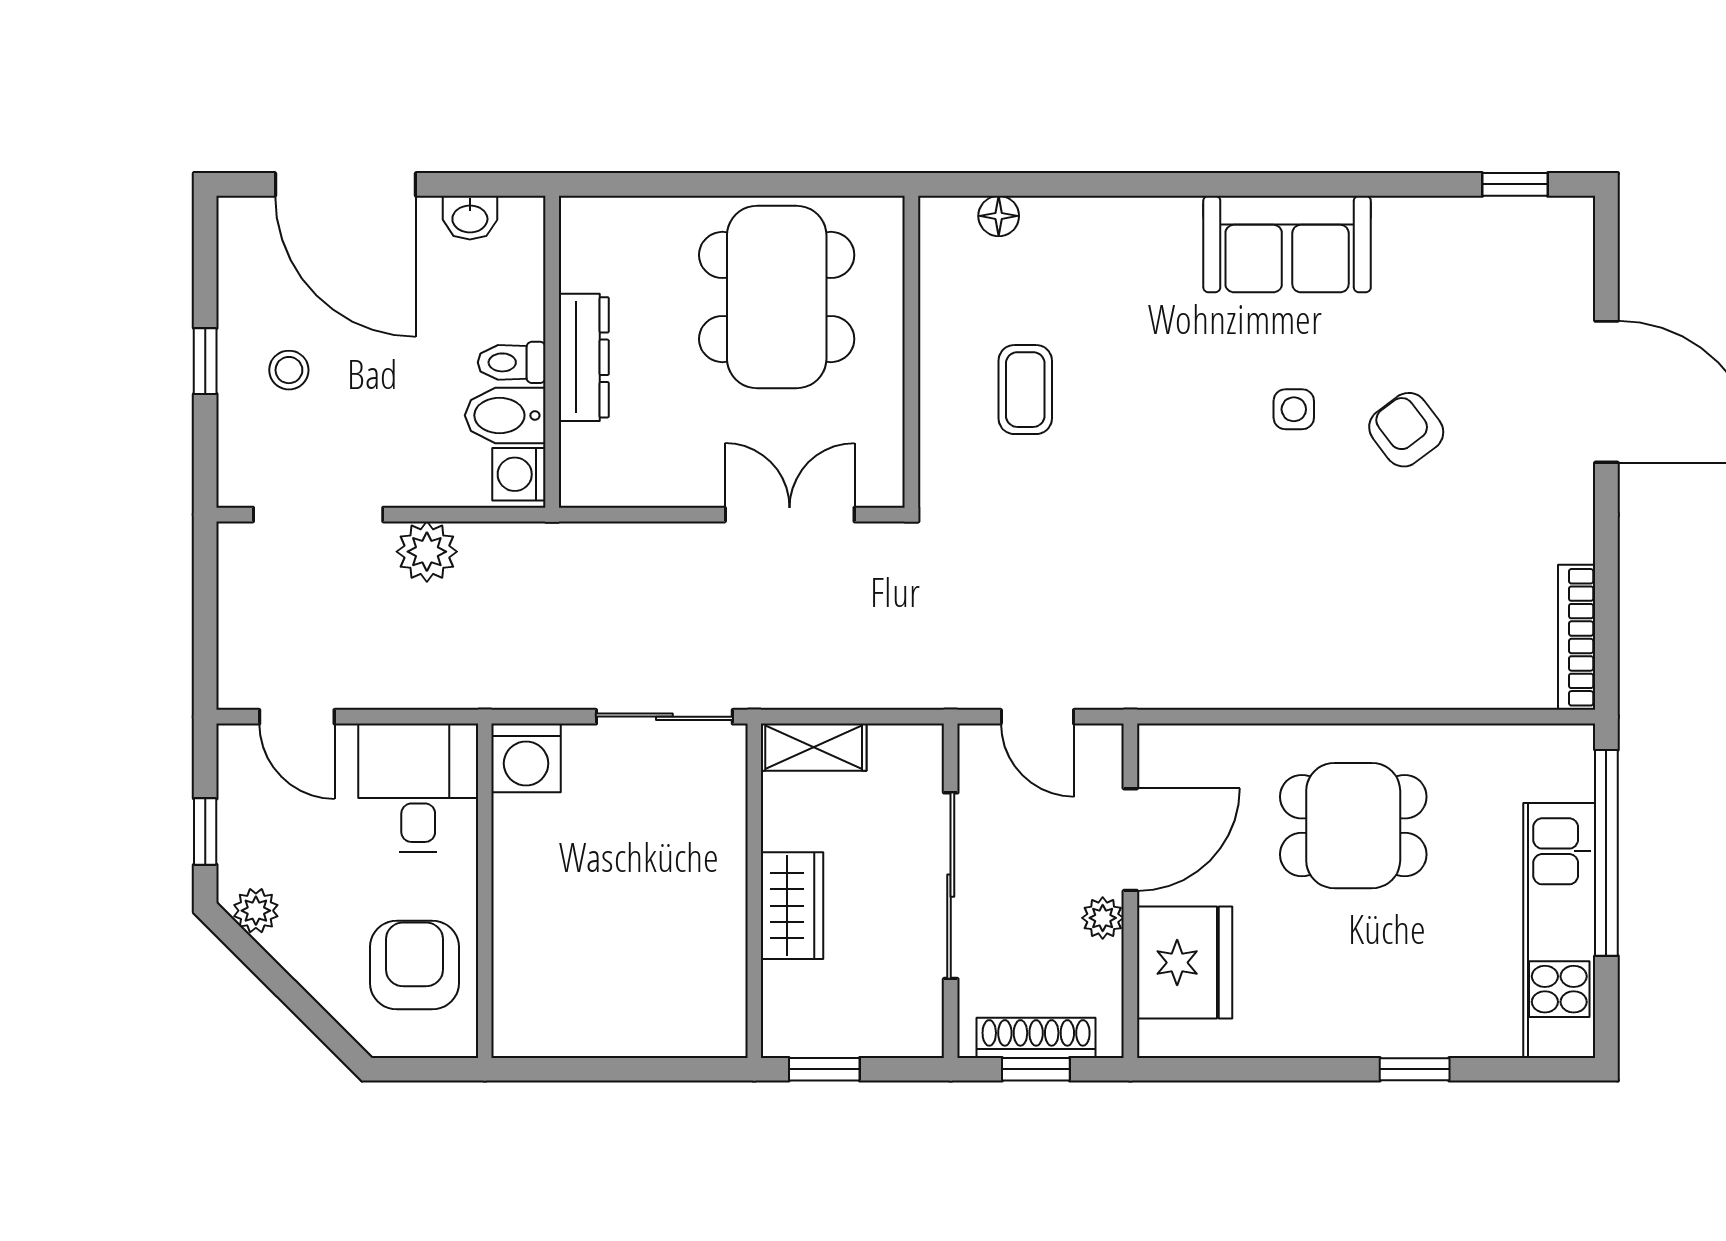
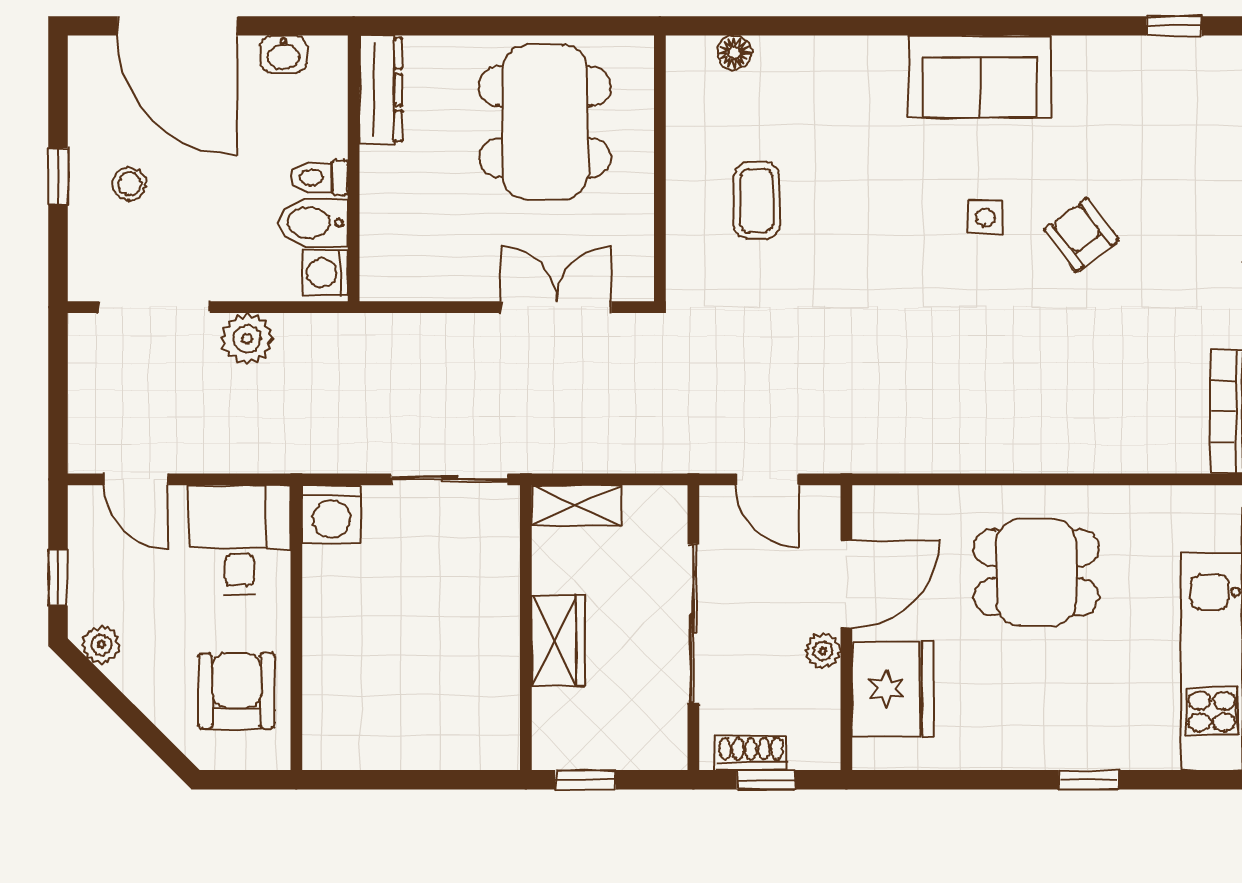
dresser: (584, 357) -> (381, 90), moved
shoe rack: (1036, 1038) -> (751, 753), width x0.70

